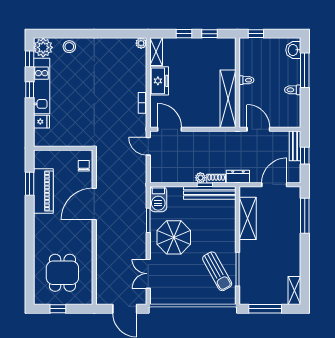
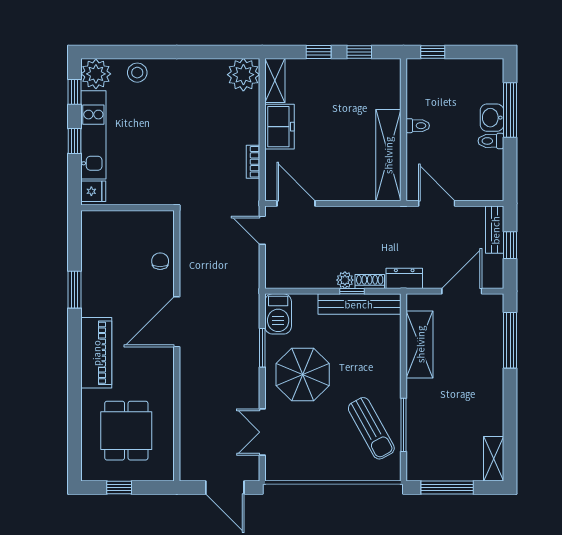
plant: (141, 43) -> (243, 75), width x1.88, depth x1.88
washbasin: (293, 50) -> (492, 118), moved
wall: (63, 148) -> (128, 208), moved
piano: (43, 191) -> (96, 353), moved

